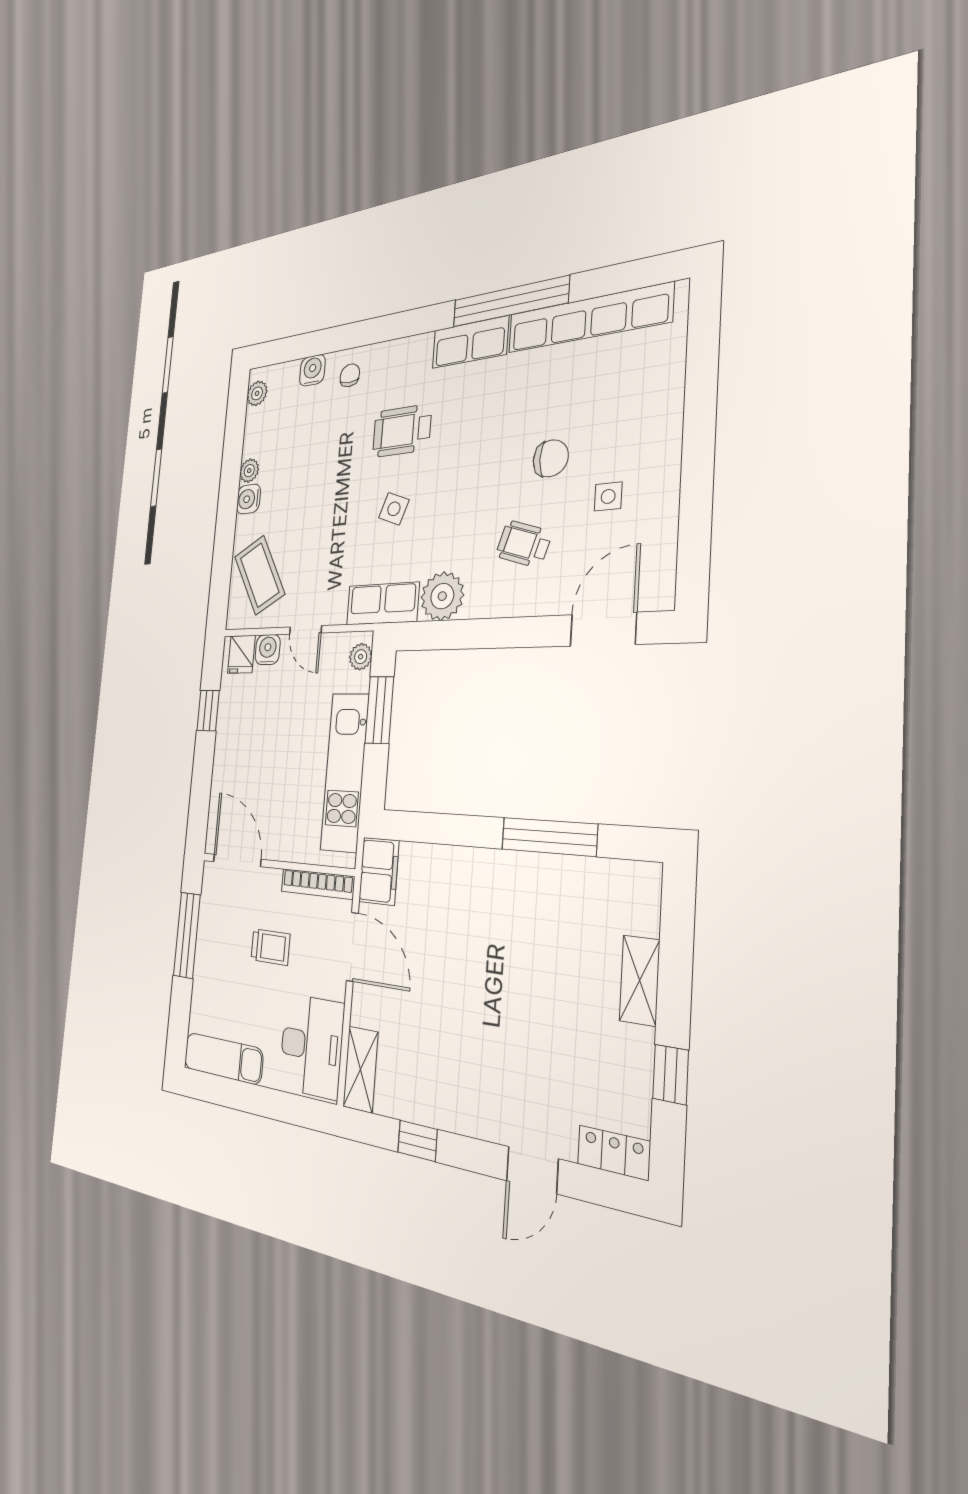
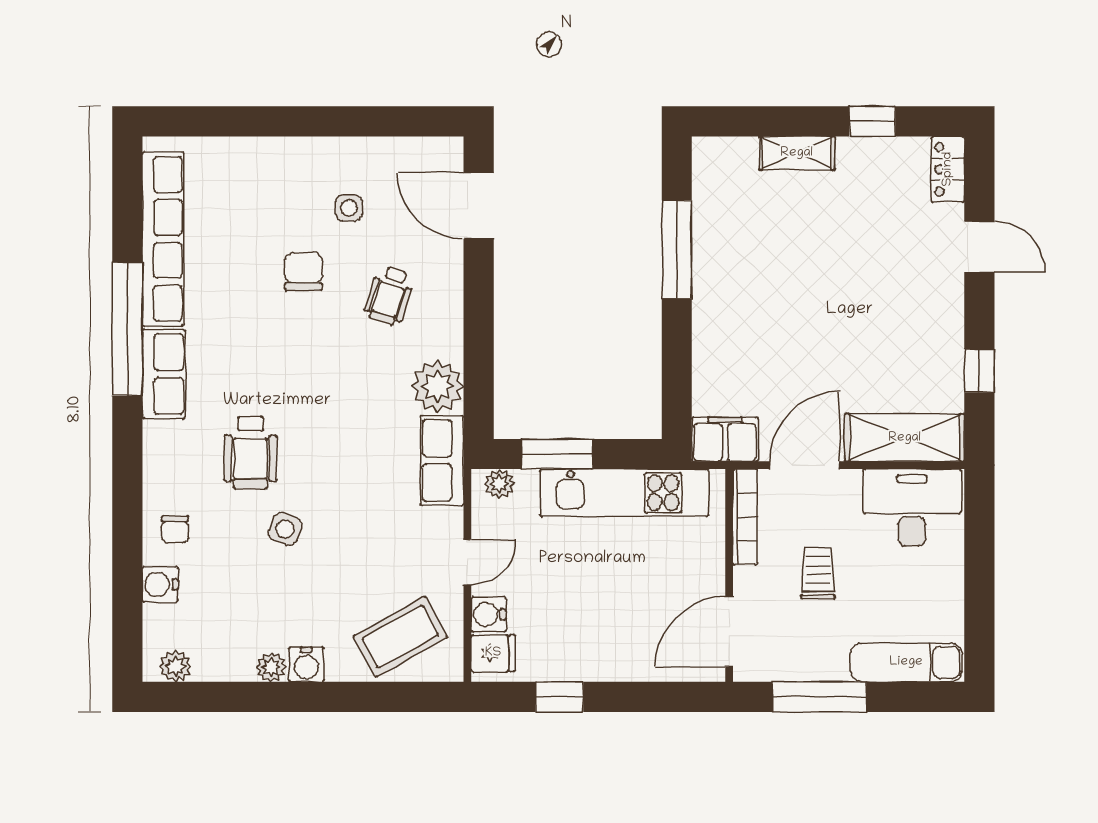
chair: (350, 375) -> (175, 529), turned -90
side table: (394, 509) -> (285, 529), moved
exam couch: (223, 1058) -> (906, 662), moved, turned 90
shelving: (360, 1069) -> (905, 438), width x1.50, depth x1.33

